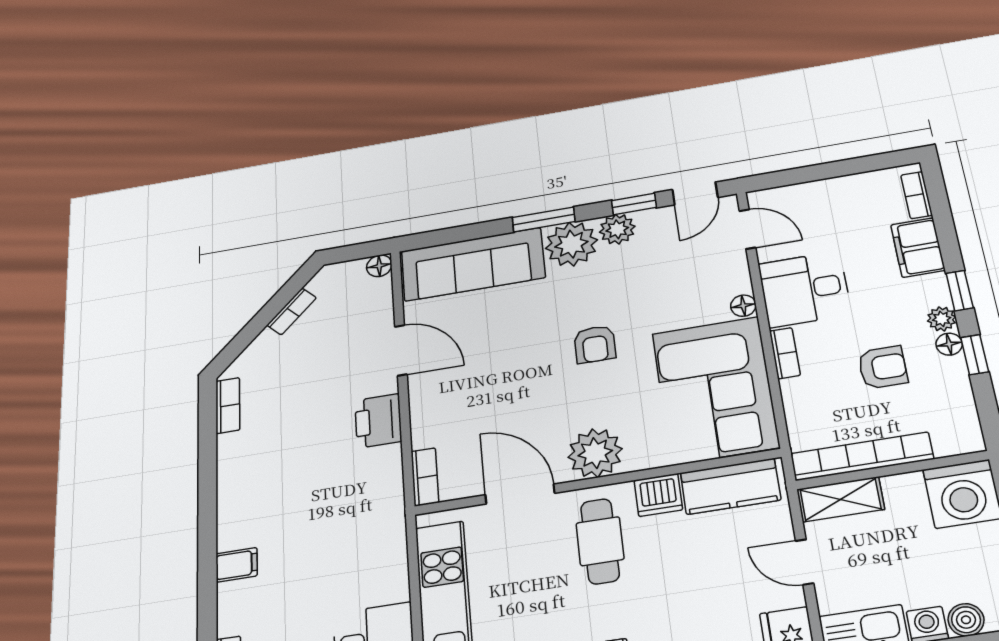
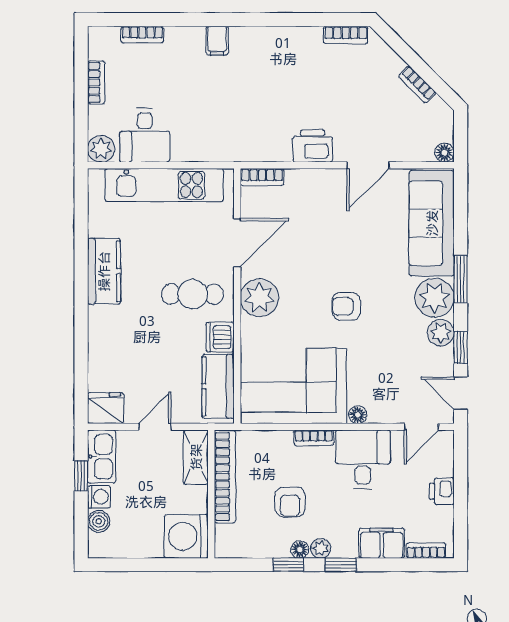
printer: (831, 191) -> (442, 491), added

